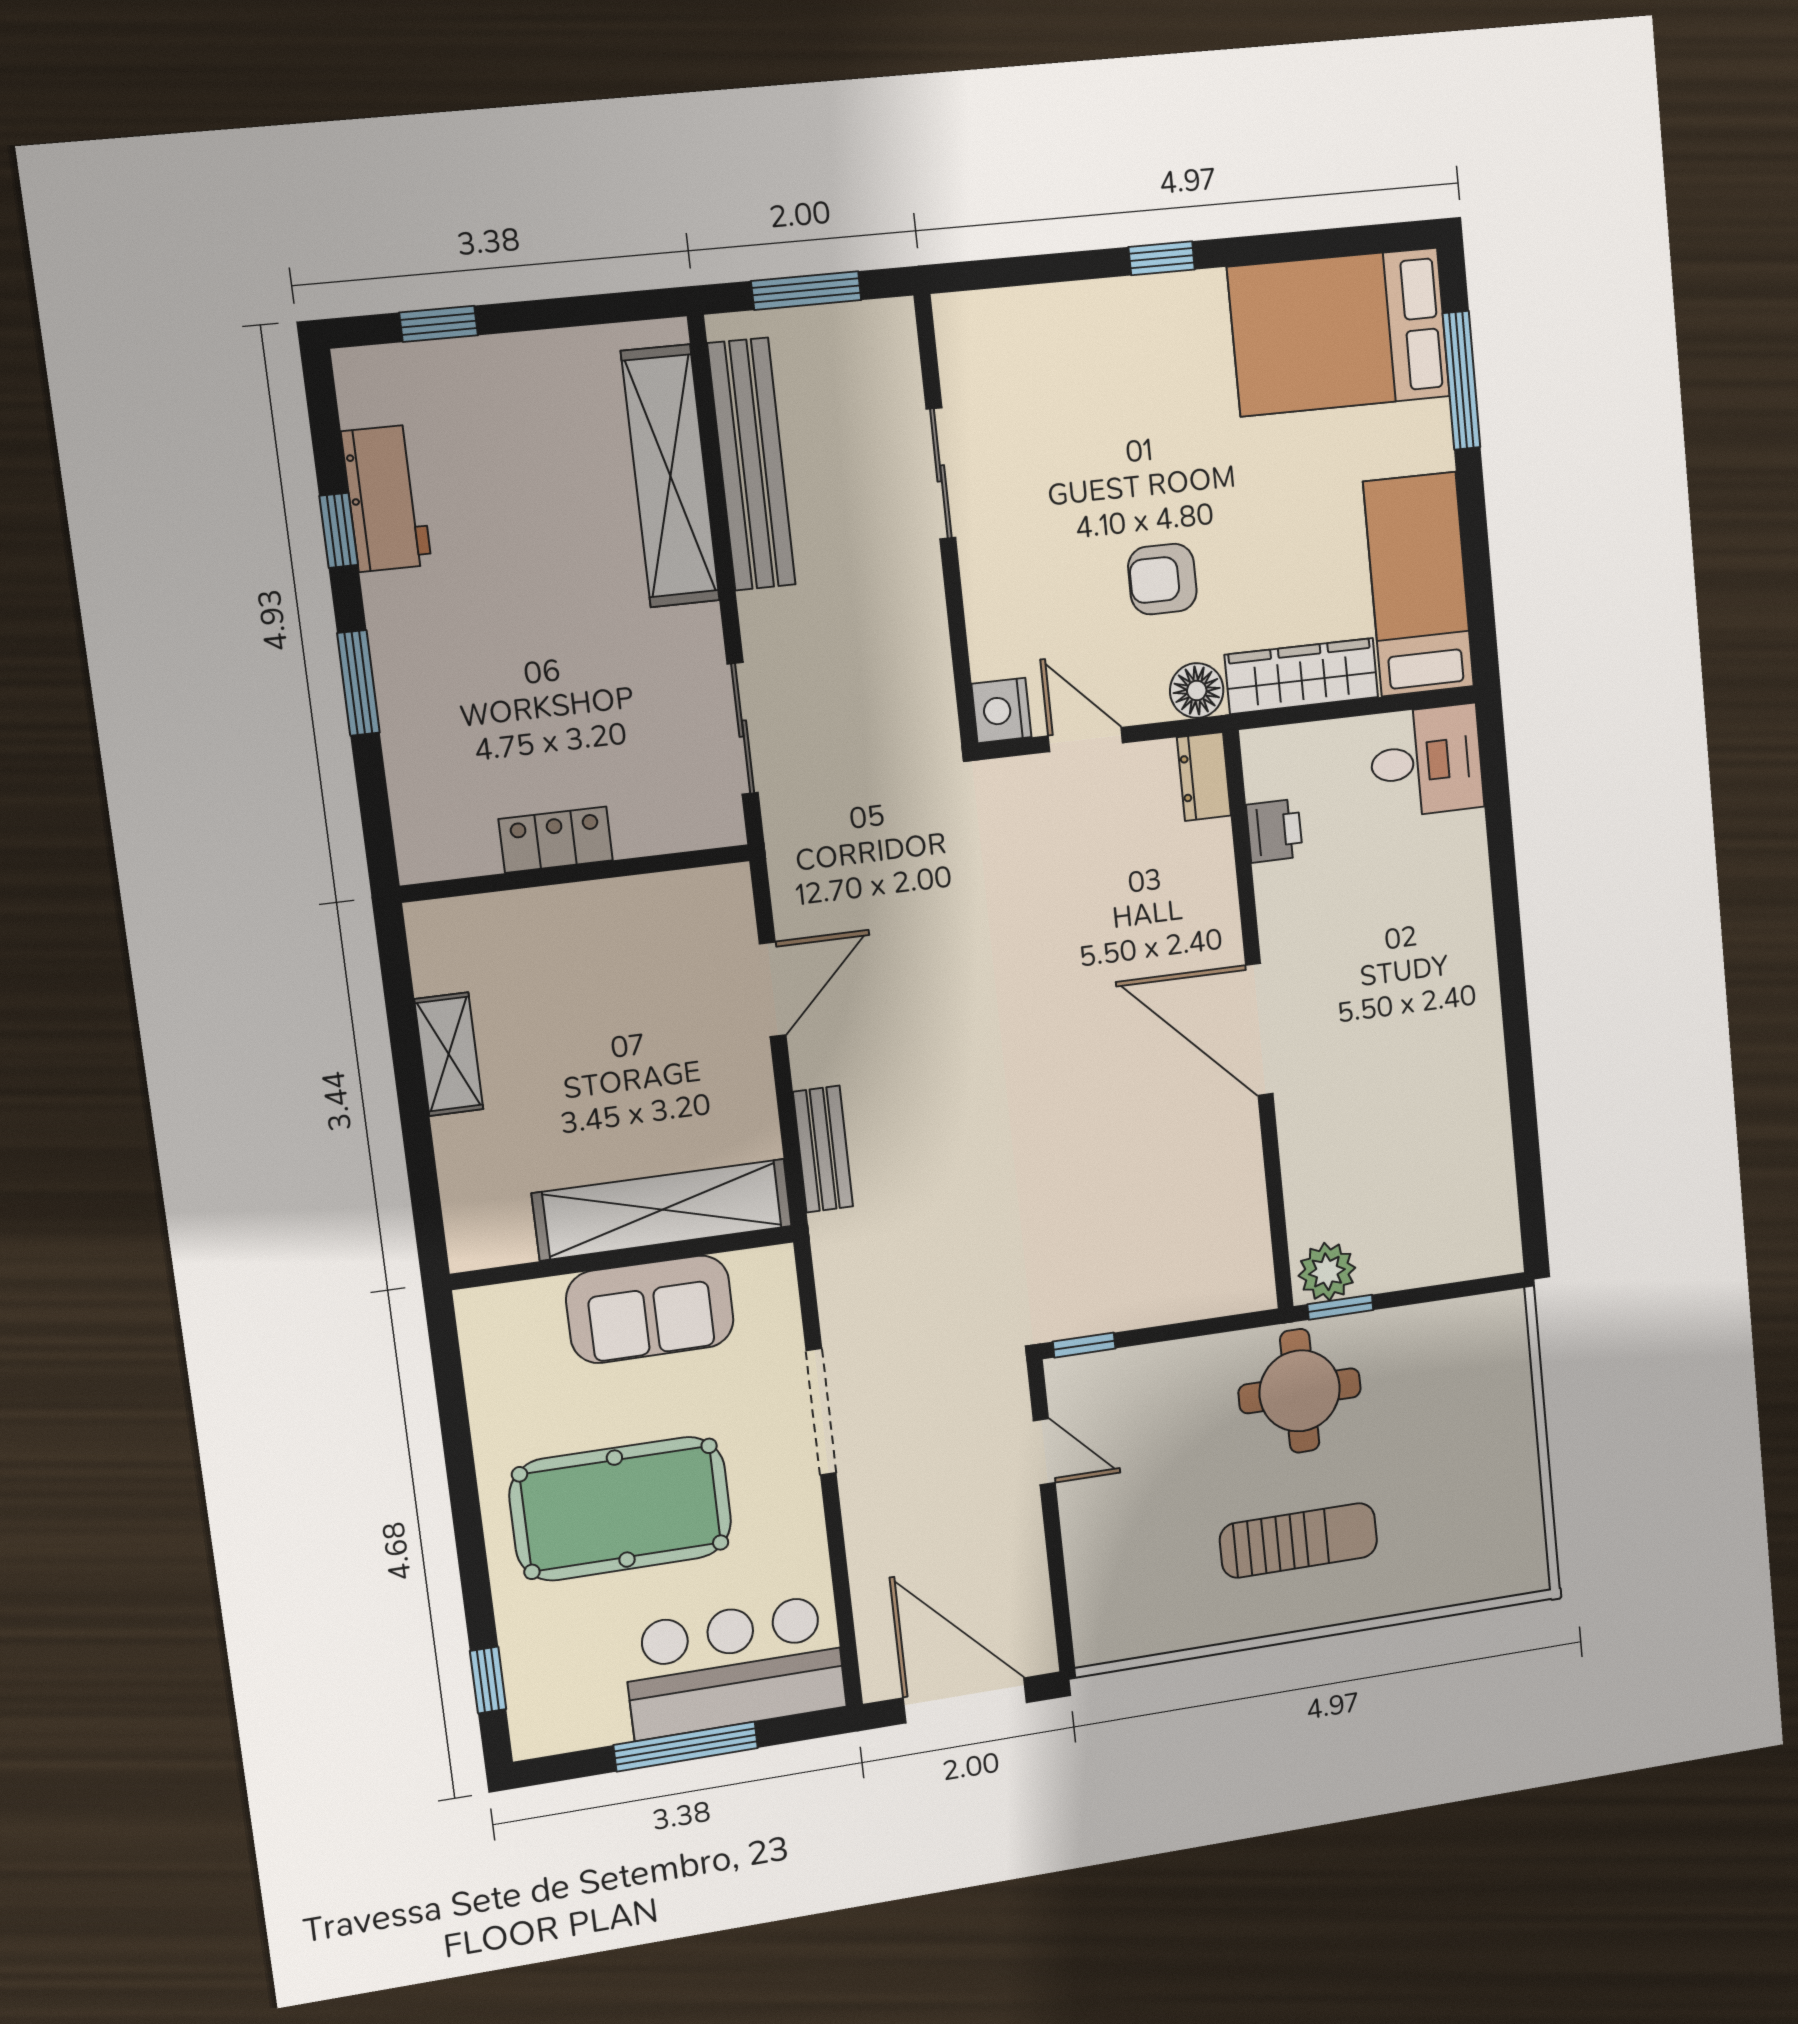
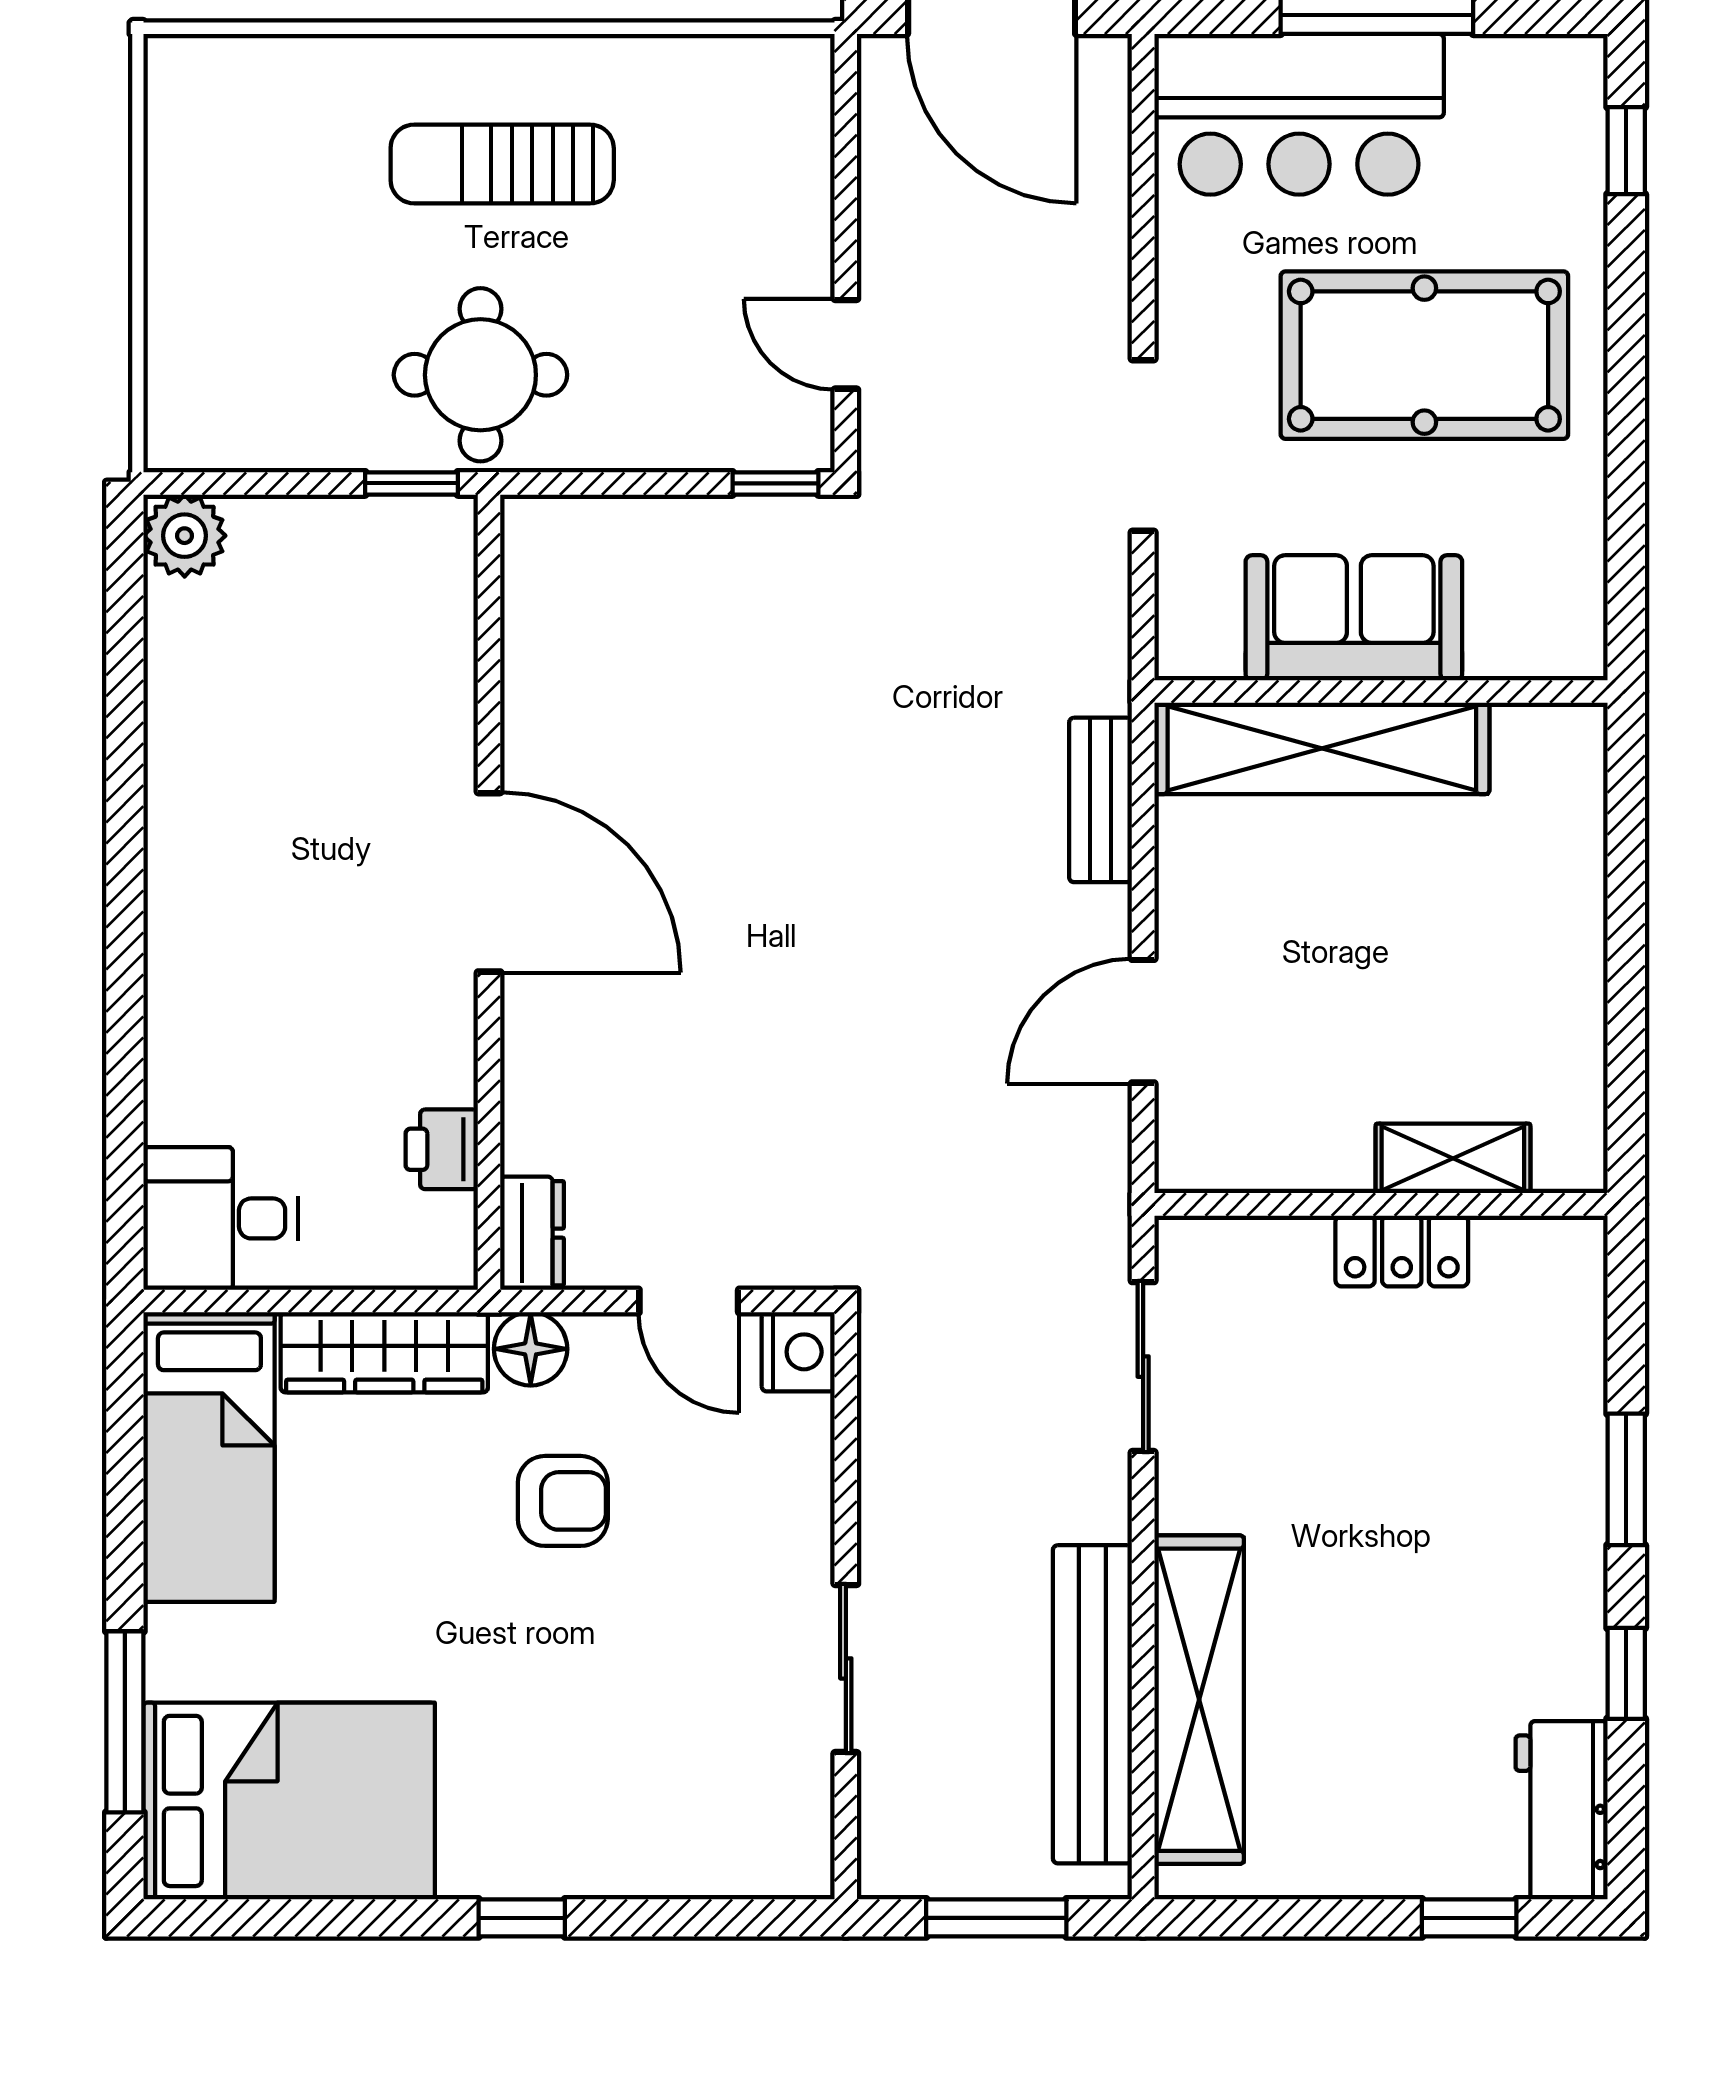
workbench: (386, 498) -> (1562, 1810), moved
shelving: (449, 1054) -> (1453, 1158), moved, turned 90
plant: (1327, 1272) -> (185, 536), moved

